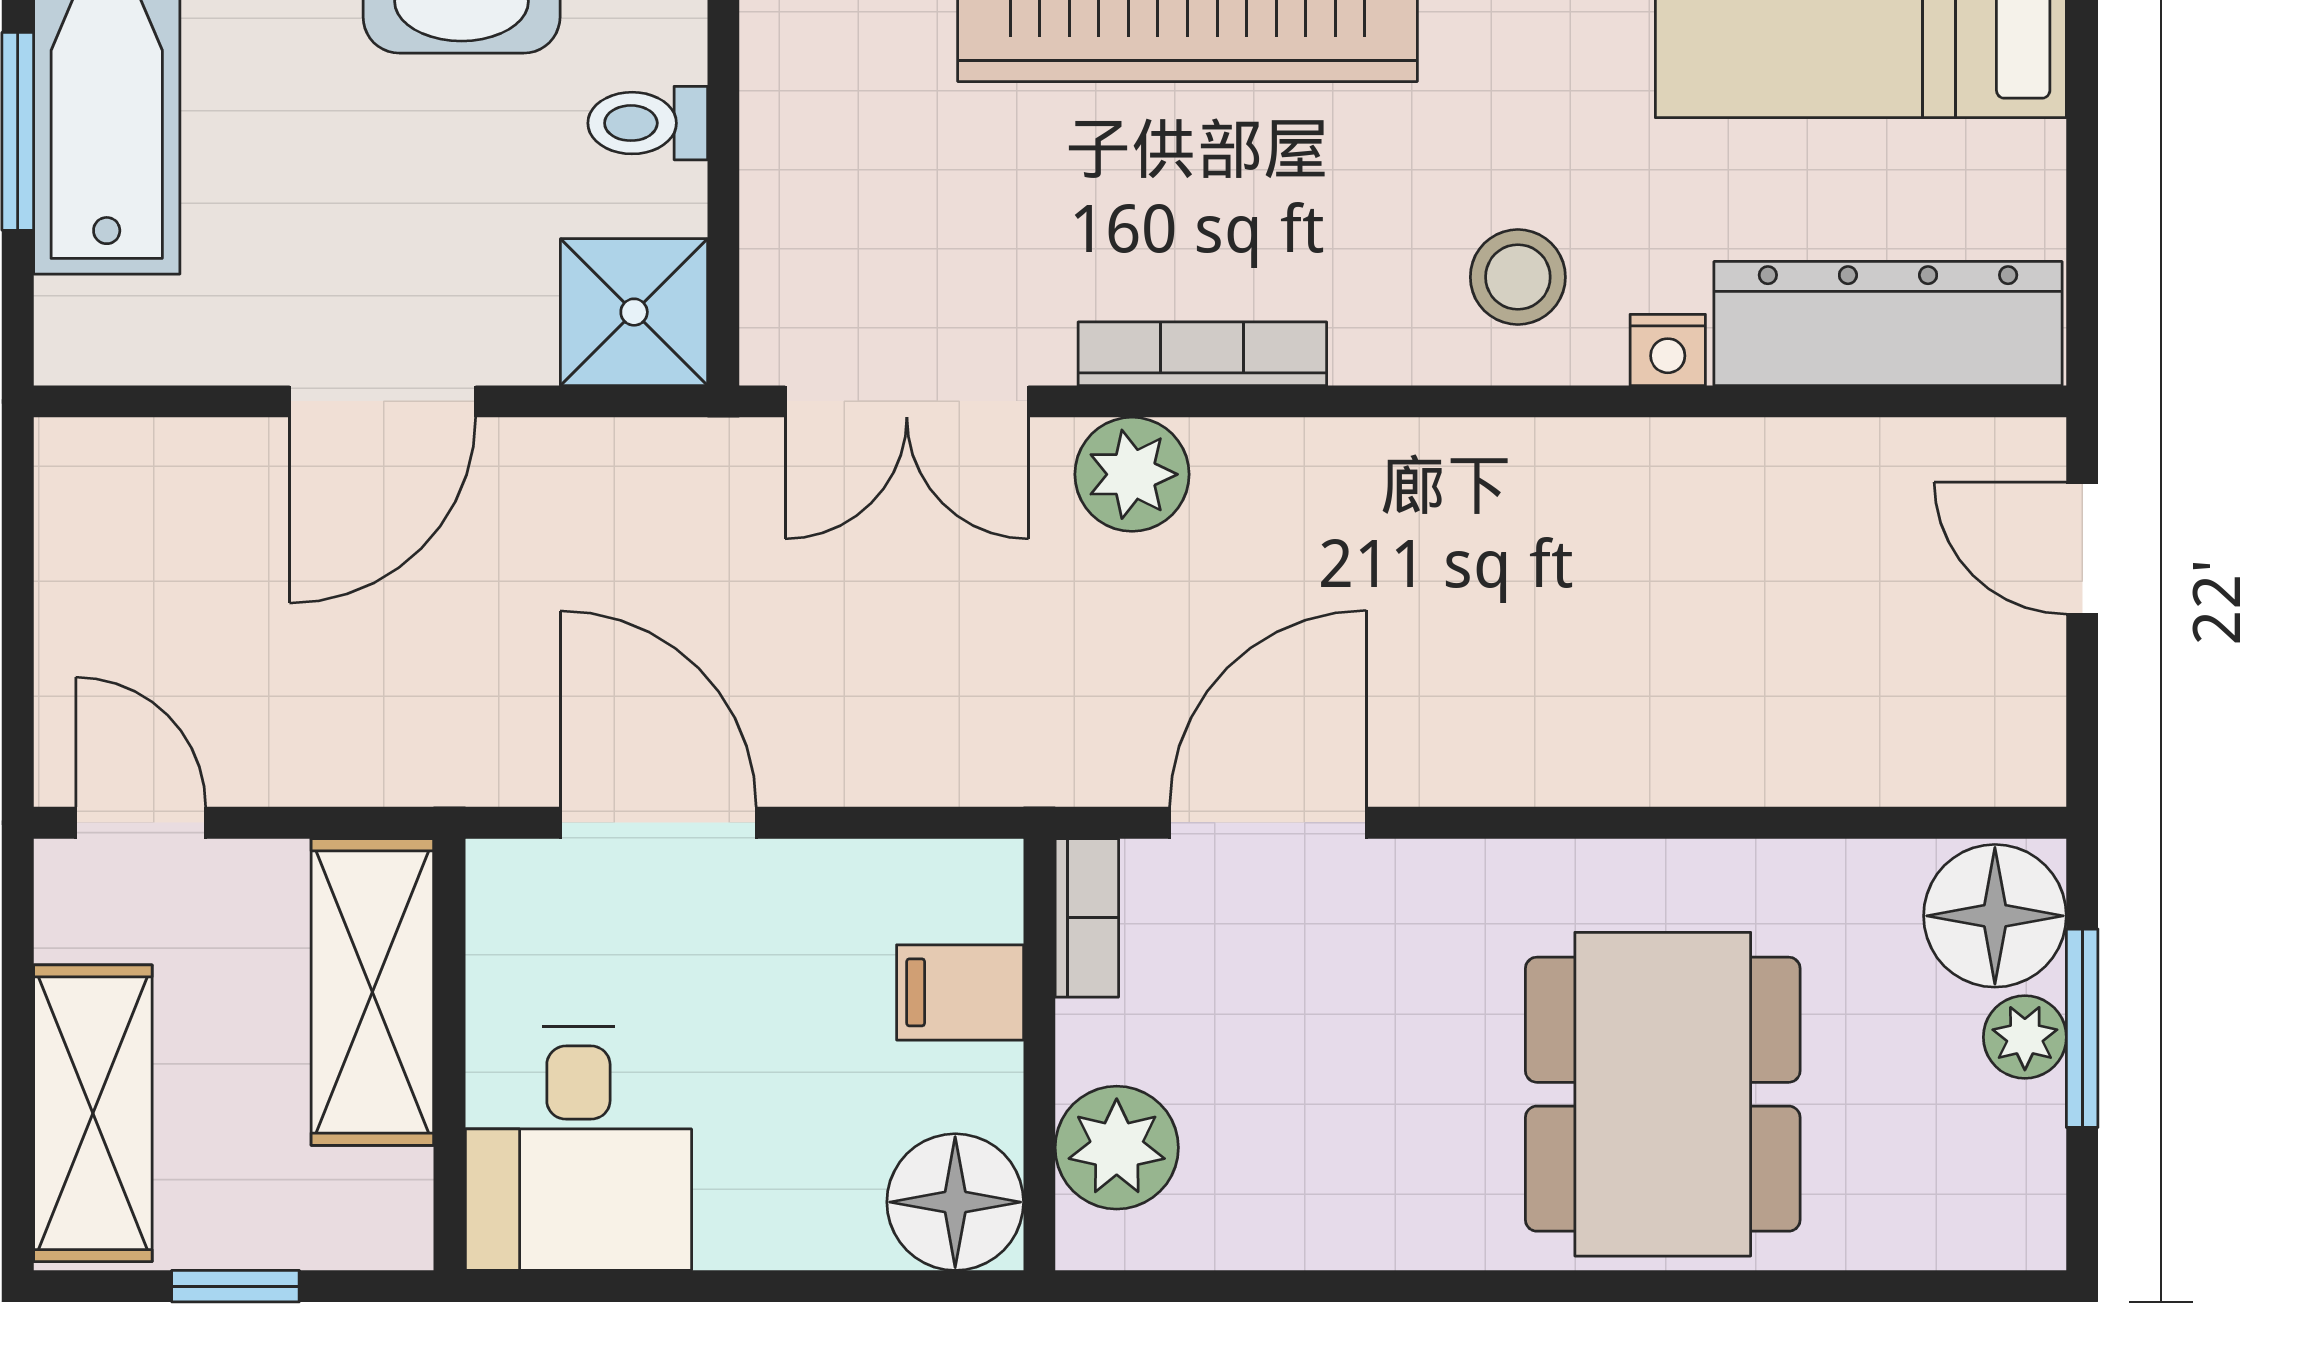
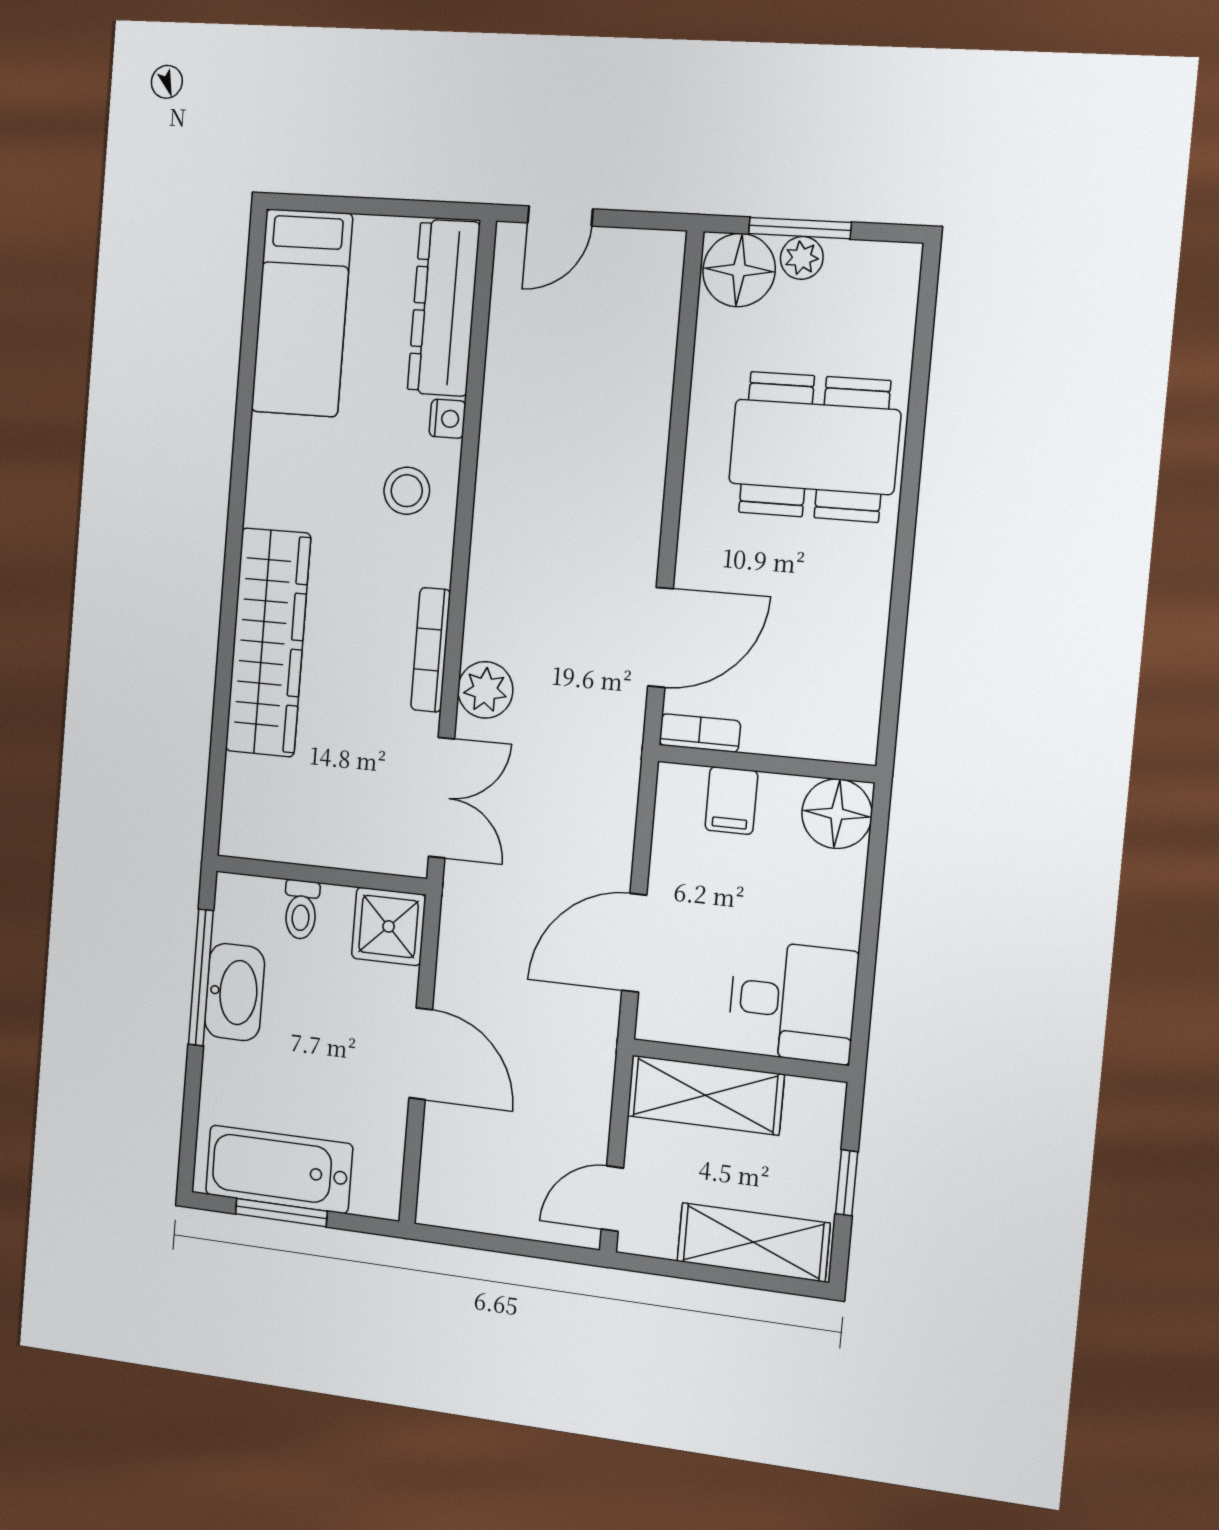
door: (1268, 823) -> (660, 637), swing flipped
plant: (1117, 1148) -> (817, 729), removed

